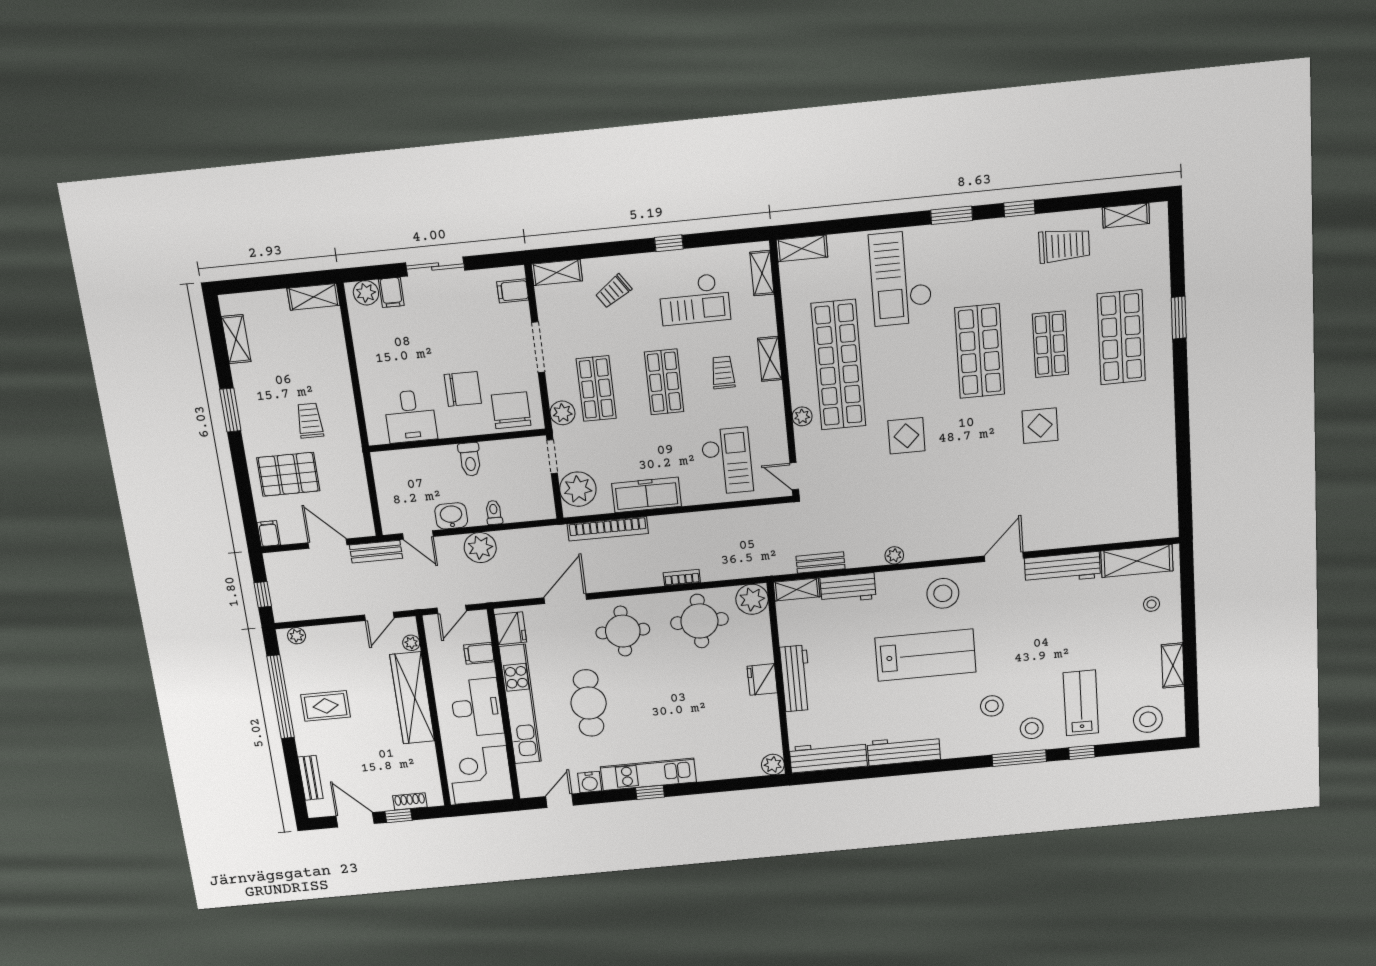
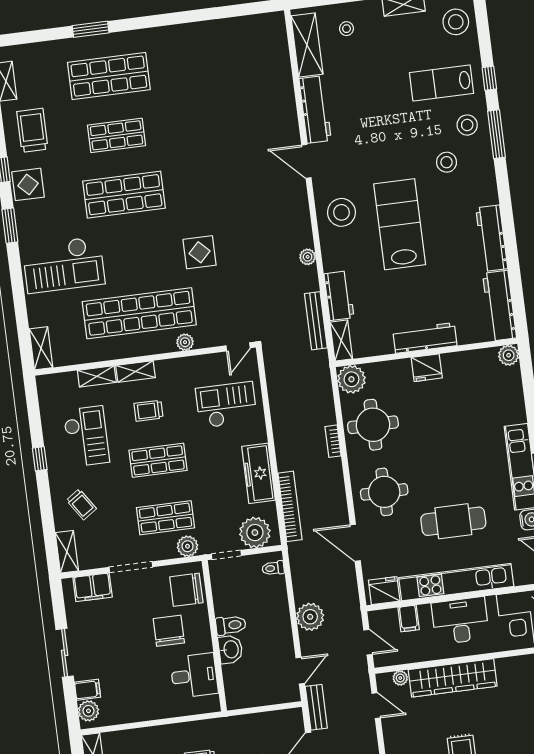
shelving: (762, 273) -> (97, 376), moved
filing cabinet: (513, 291) -> (93, 587), width x2.00
display table: (1040, 426) -> (28, 184), moved
toilet: (494, 512) -> (273, 568), moved
washbasin: (451, 516) -> (230, 649), moved, turned 180
bench: (821, 563) -> (316, 321), width x1.36

